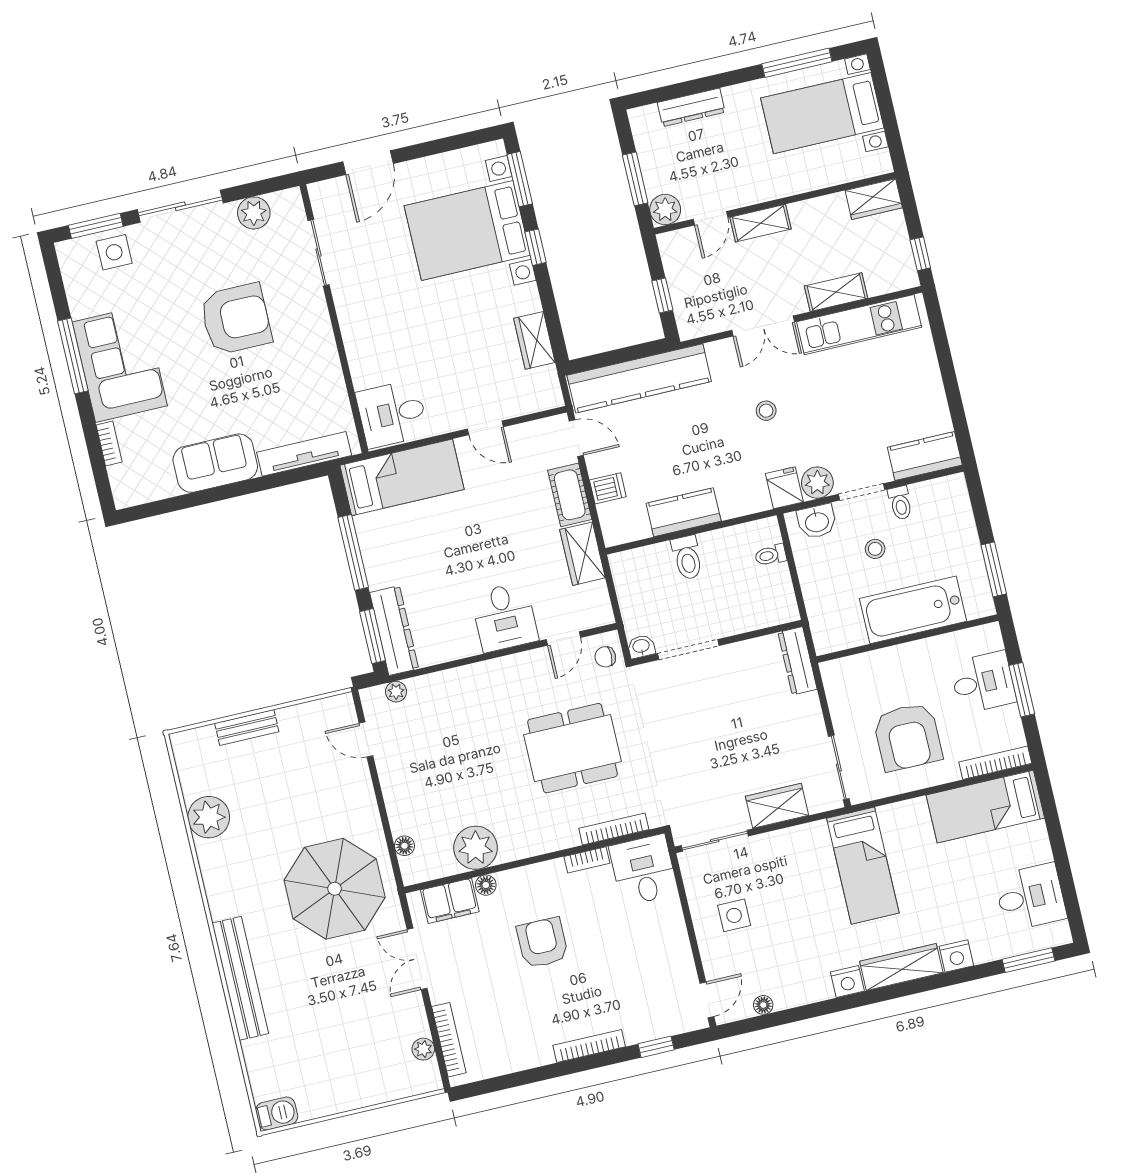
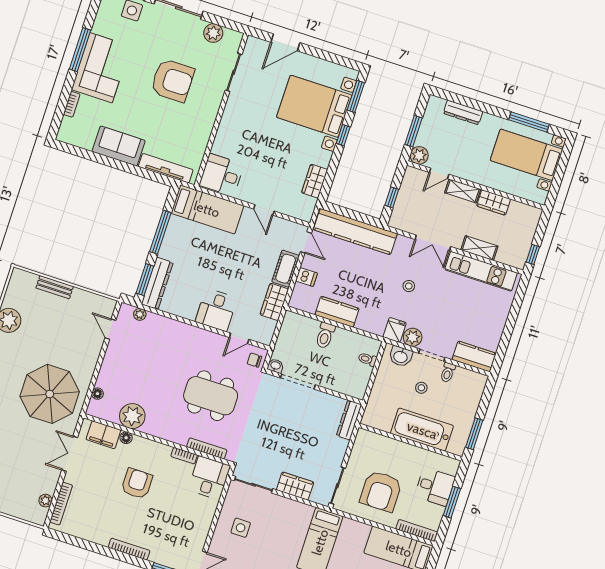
wardrobe: (874, 199) -> (494, 202), moved

